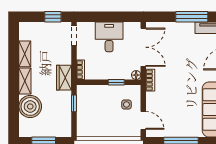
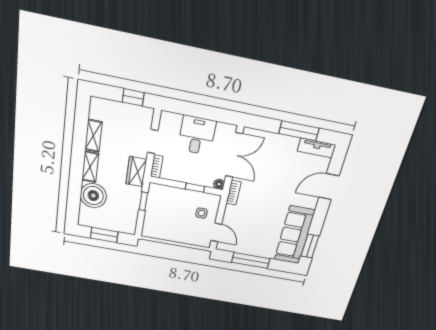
doorway: (74, 35) -> (153, 142), moved

